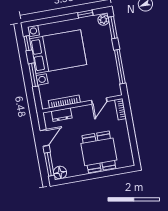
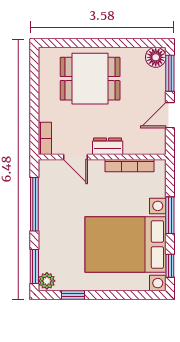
door: (99, 101) -> (75, 157), swing flipped
dresser: (62, 115) -> (108, 146), moved
dining table: (99, 152) -> (90, 79), turned 90

